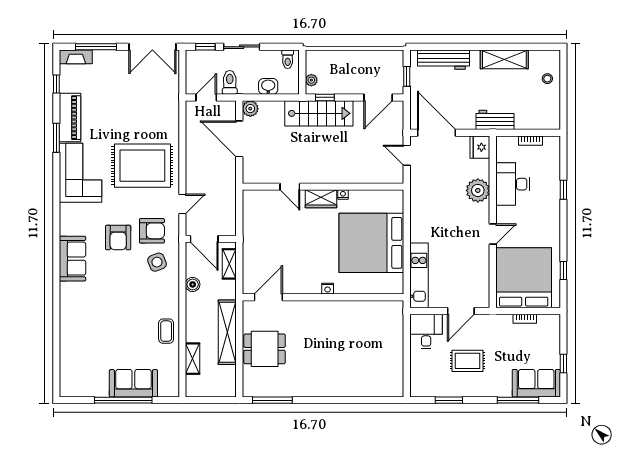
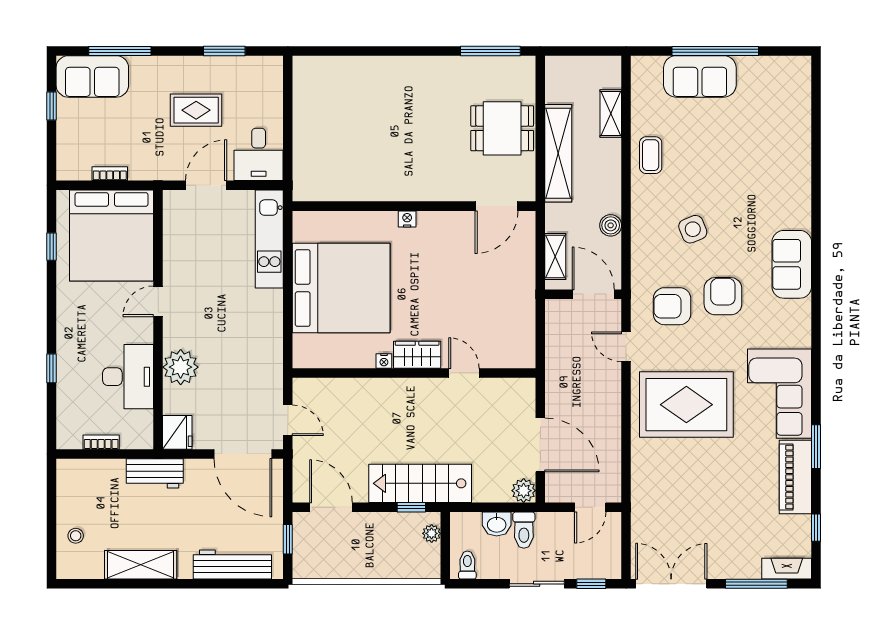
toilet: (230, 82) -> (524, 530), moved
door: (378, 97) -> (331, 507), hinge flipped
door: (182, 204) -> (626, 347), hinge flipped
side table: (157, 262) -> (693, 229), moved

